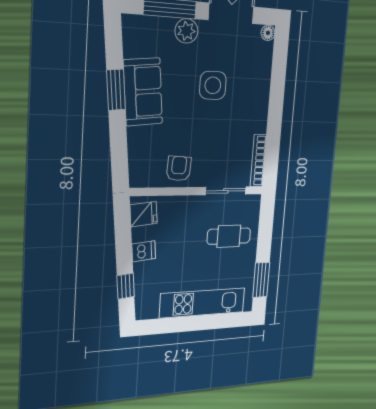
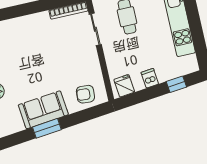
side table: (213, 85) -> (26, 62), removed
armchair: (179, 169) -> (85, 94), moved

